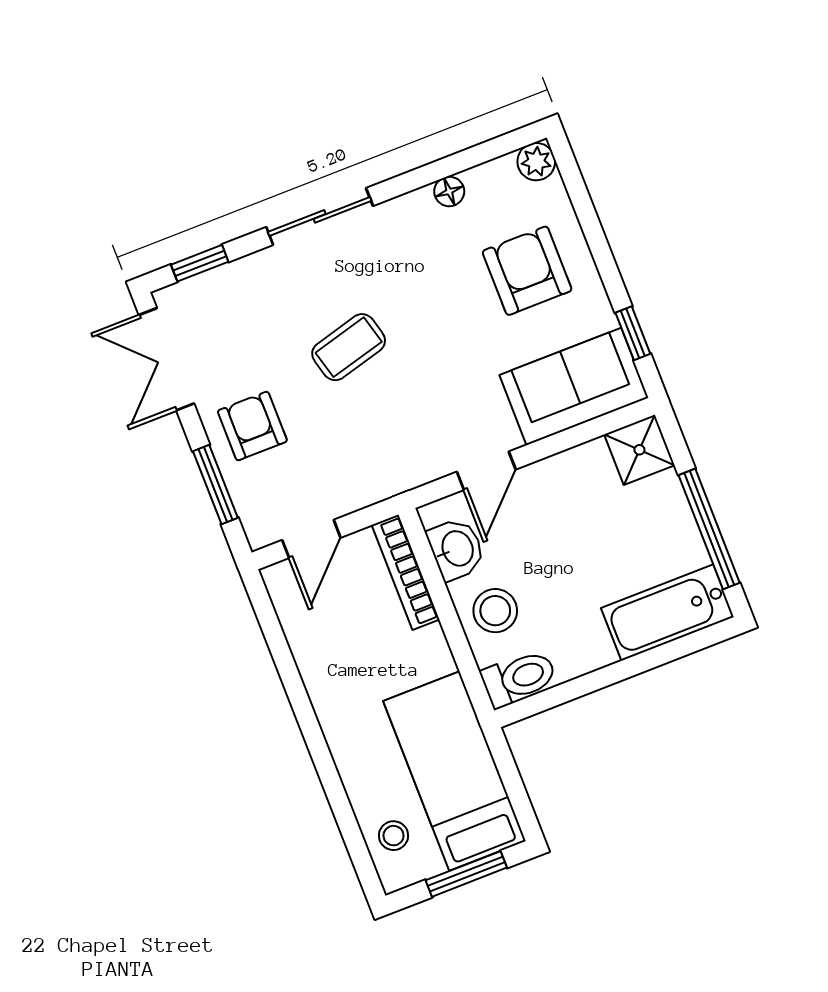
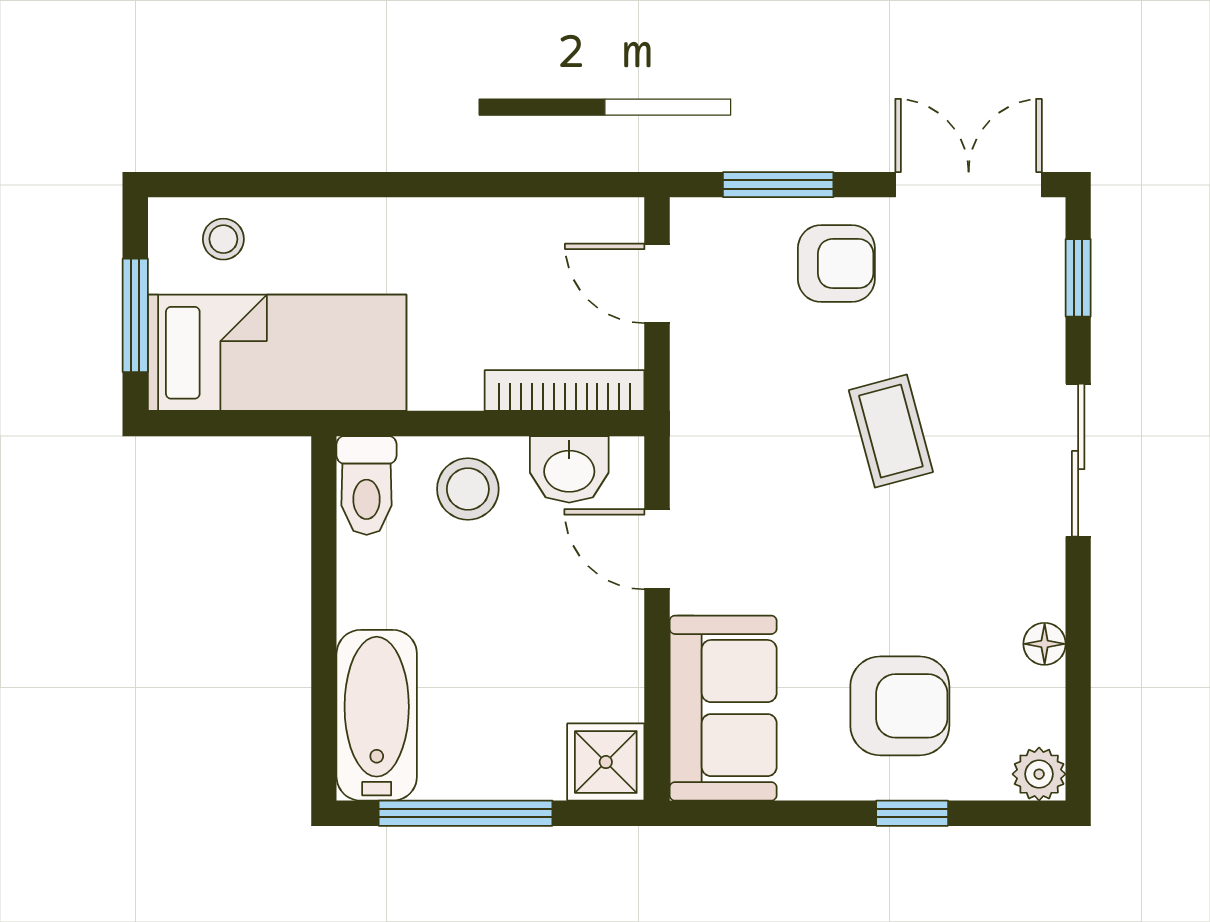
window: (633, 333) -> (912, 813), moved

